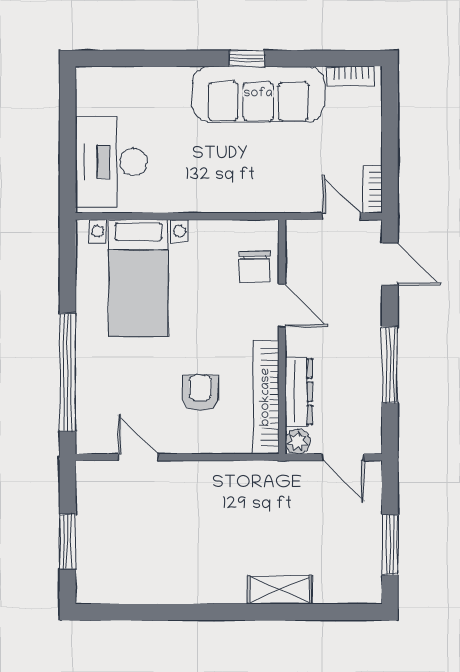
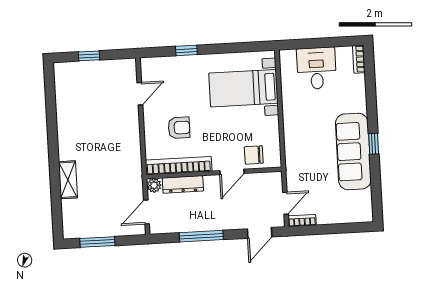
bookcase: (351, 76) -> (359, 59), moved
desk: (111, 162) -> (316, 68), width x0.73
window: (68, 373) -> (186, 50), width x0.32
window: (68, 541) -> (89, 56), width x0.67

